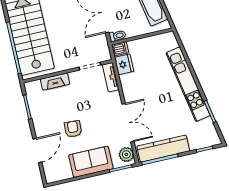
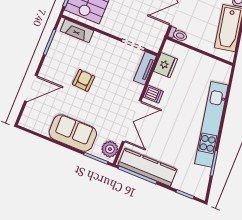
dishwasher: (120, 49) -> (153, 94), moved
fireplace: (55, 82) -> (77, 31), moved
armchair: (73, 129) -> (84, 80), moved

